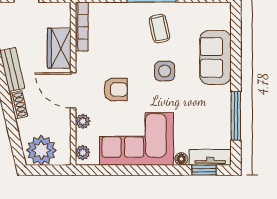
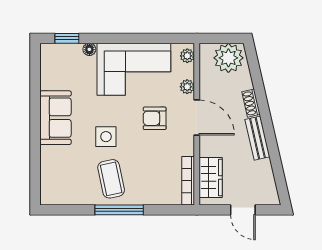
coffee table: (159, 29) -> (111, 179), width x1.36, depth x1.30
wardrobe: (59, 48) -> (211, 178), moved
sofa: (215, 57) -> (55, 118), moved
window: (236, 116) -> (35, 92), removed
tv unit: (210, 157) -> (61, 51), removed

